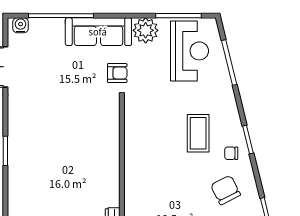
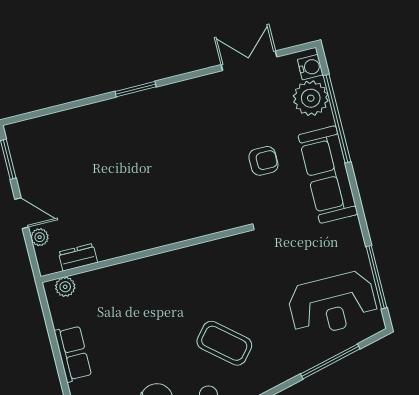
plant: (146, 30) -> (311, 98), moved
armchair: (117, 73) -> (263, 161), moved, turned -90
coffee table: (198, 133) -> (224, 343), turned 40

